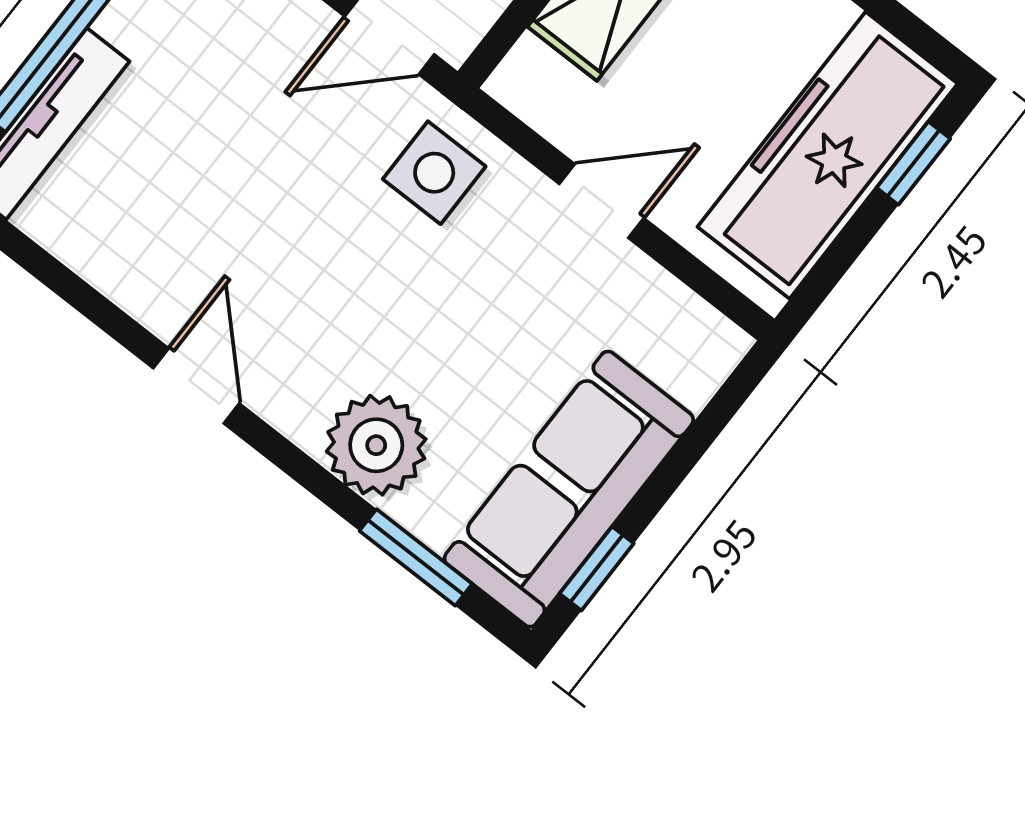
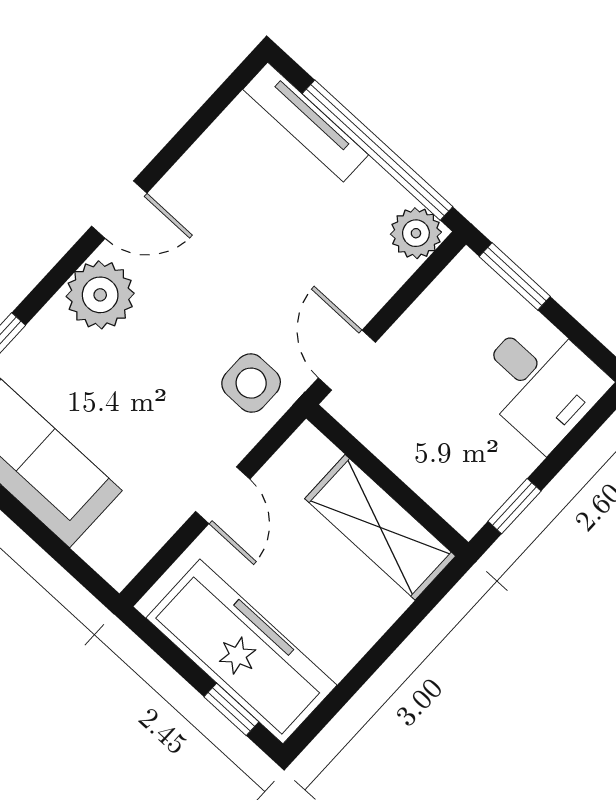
plant: (376, 445) -> (100, 295), moved

